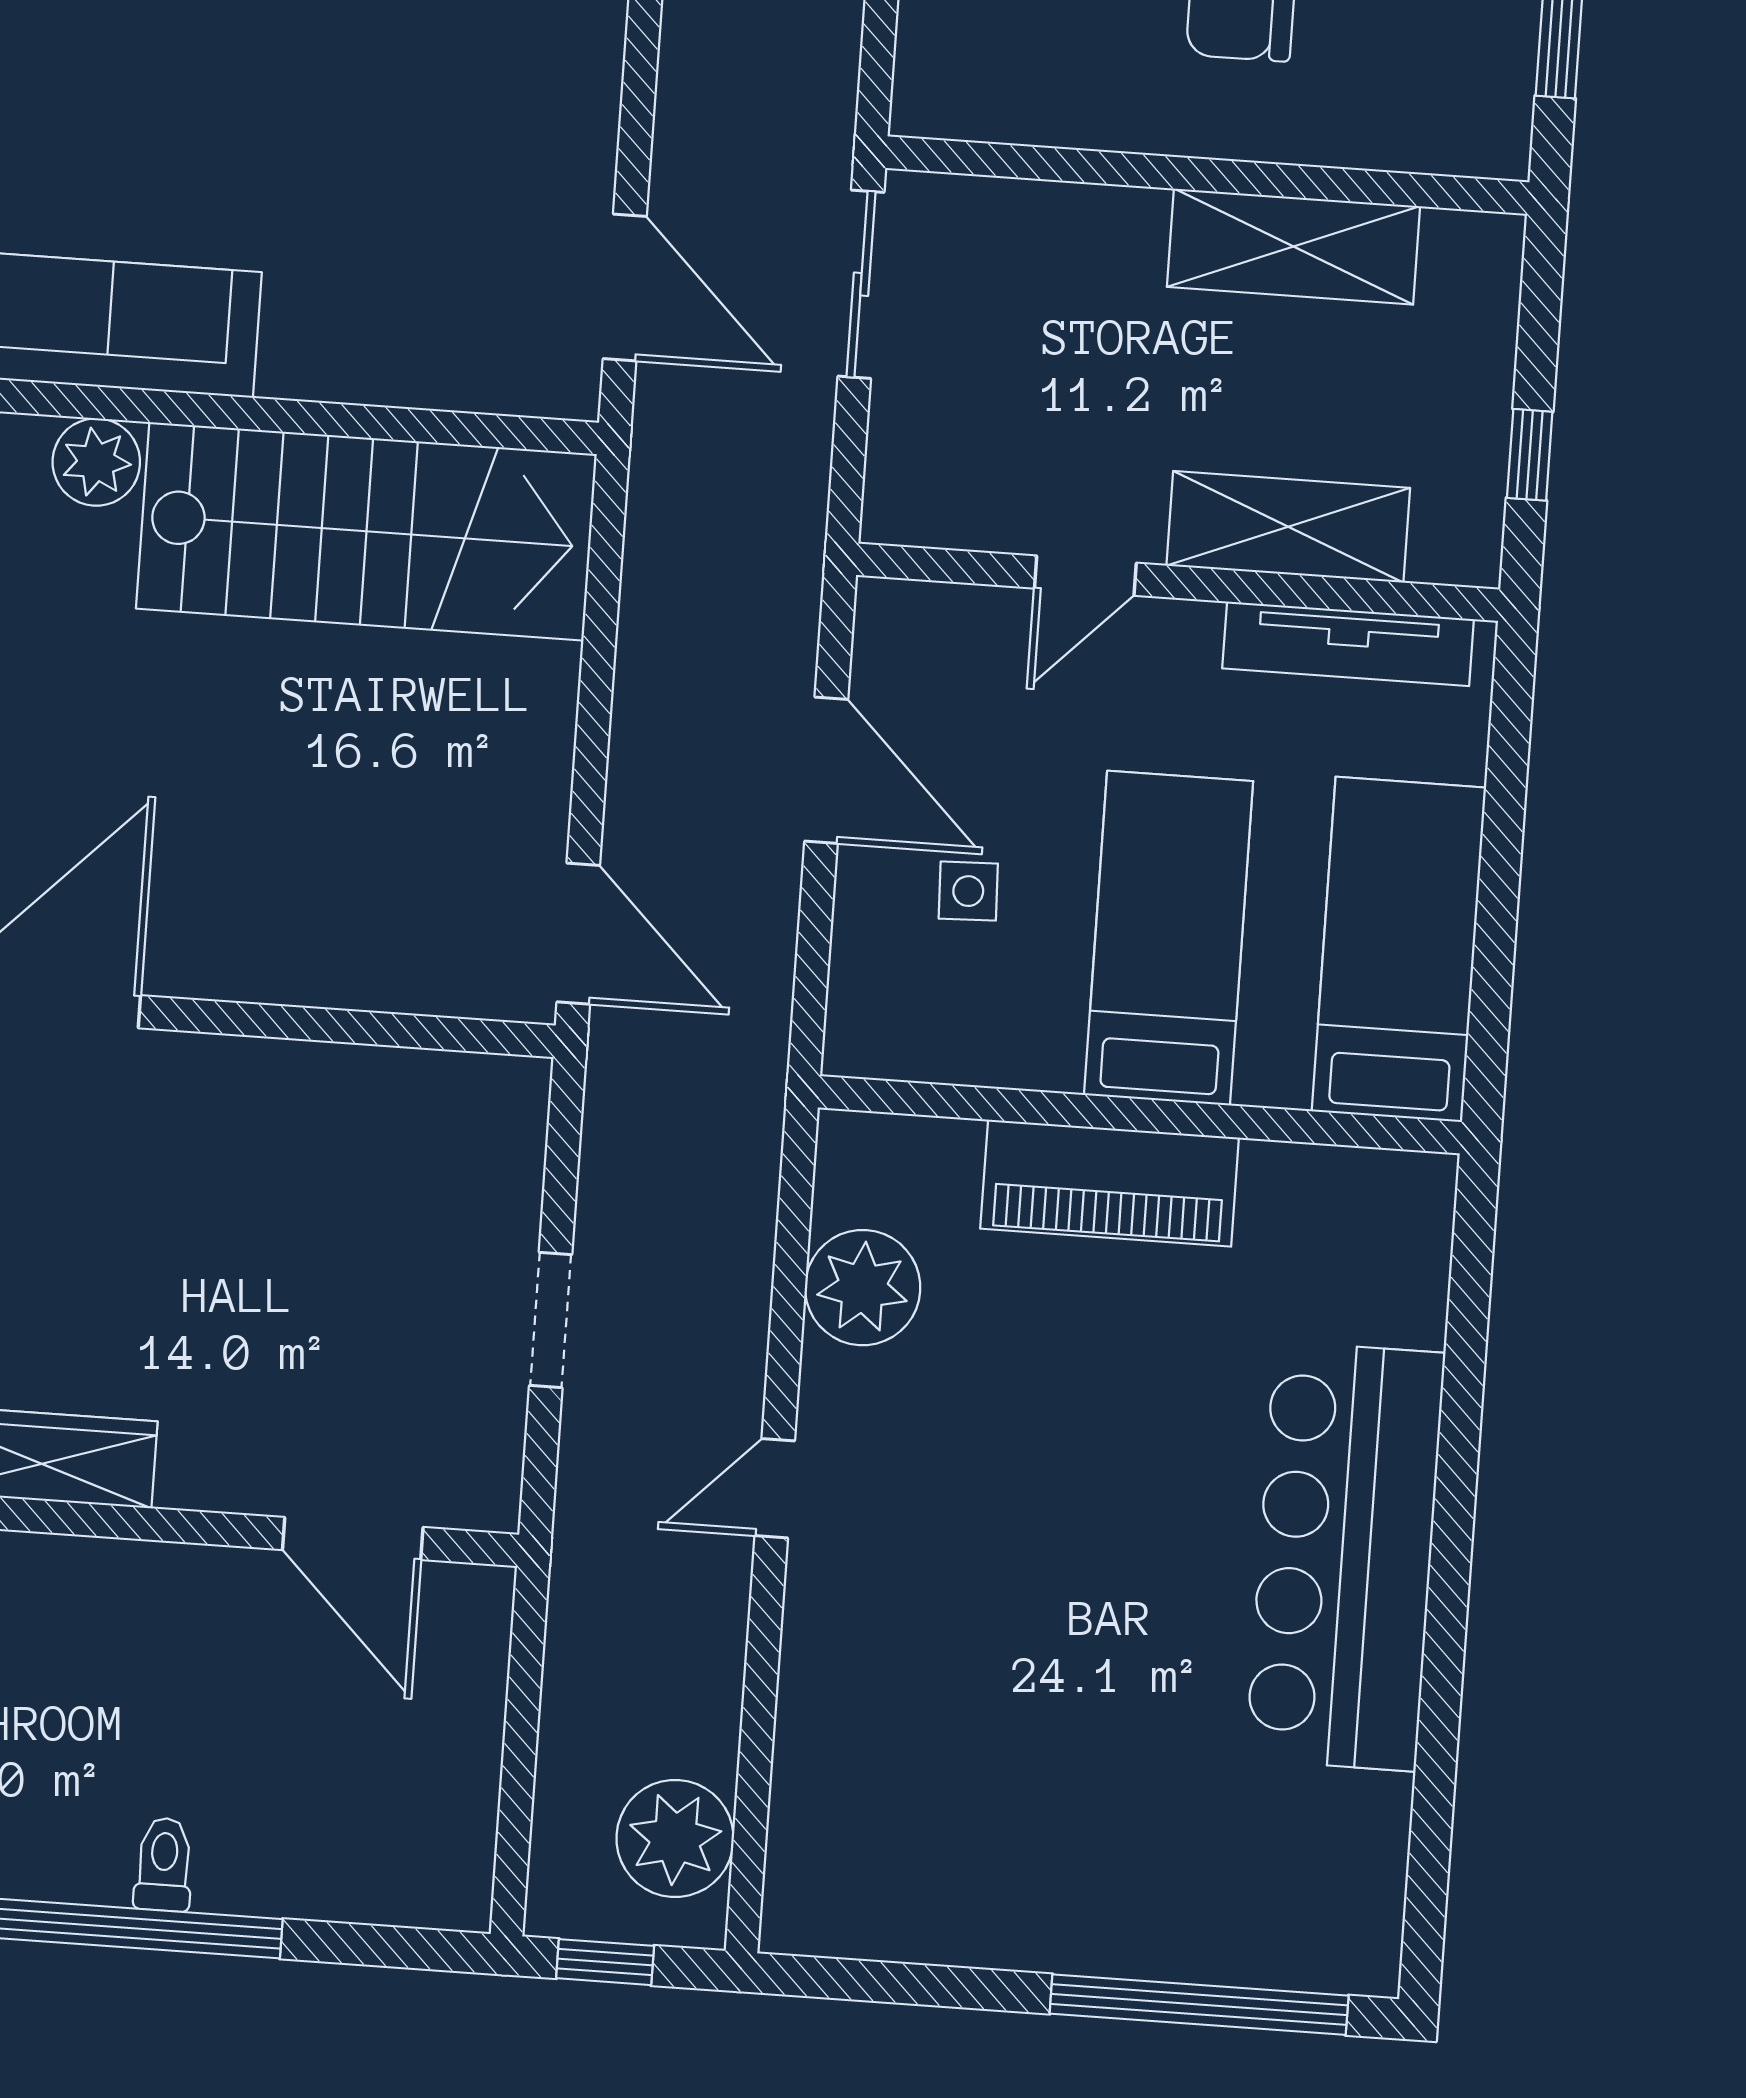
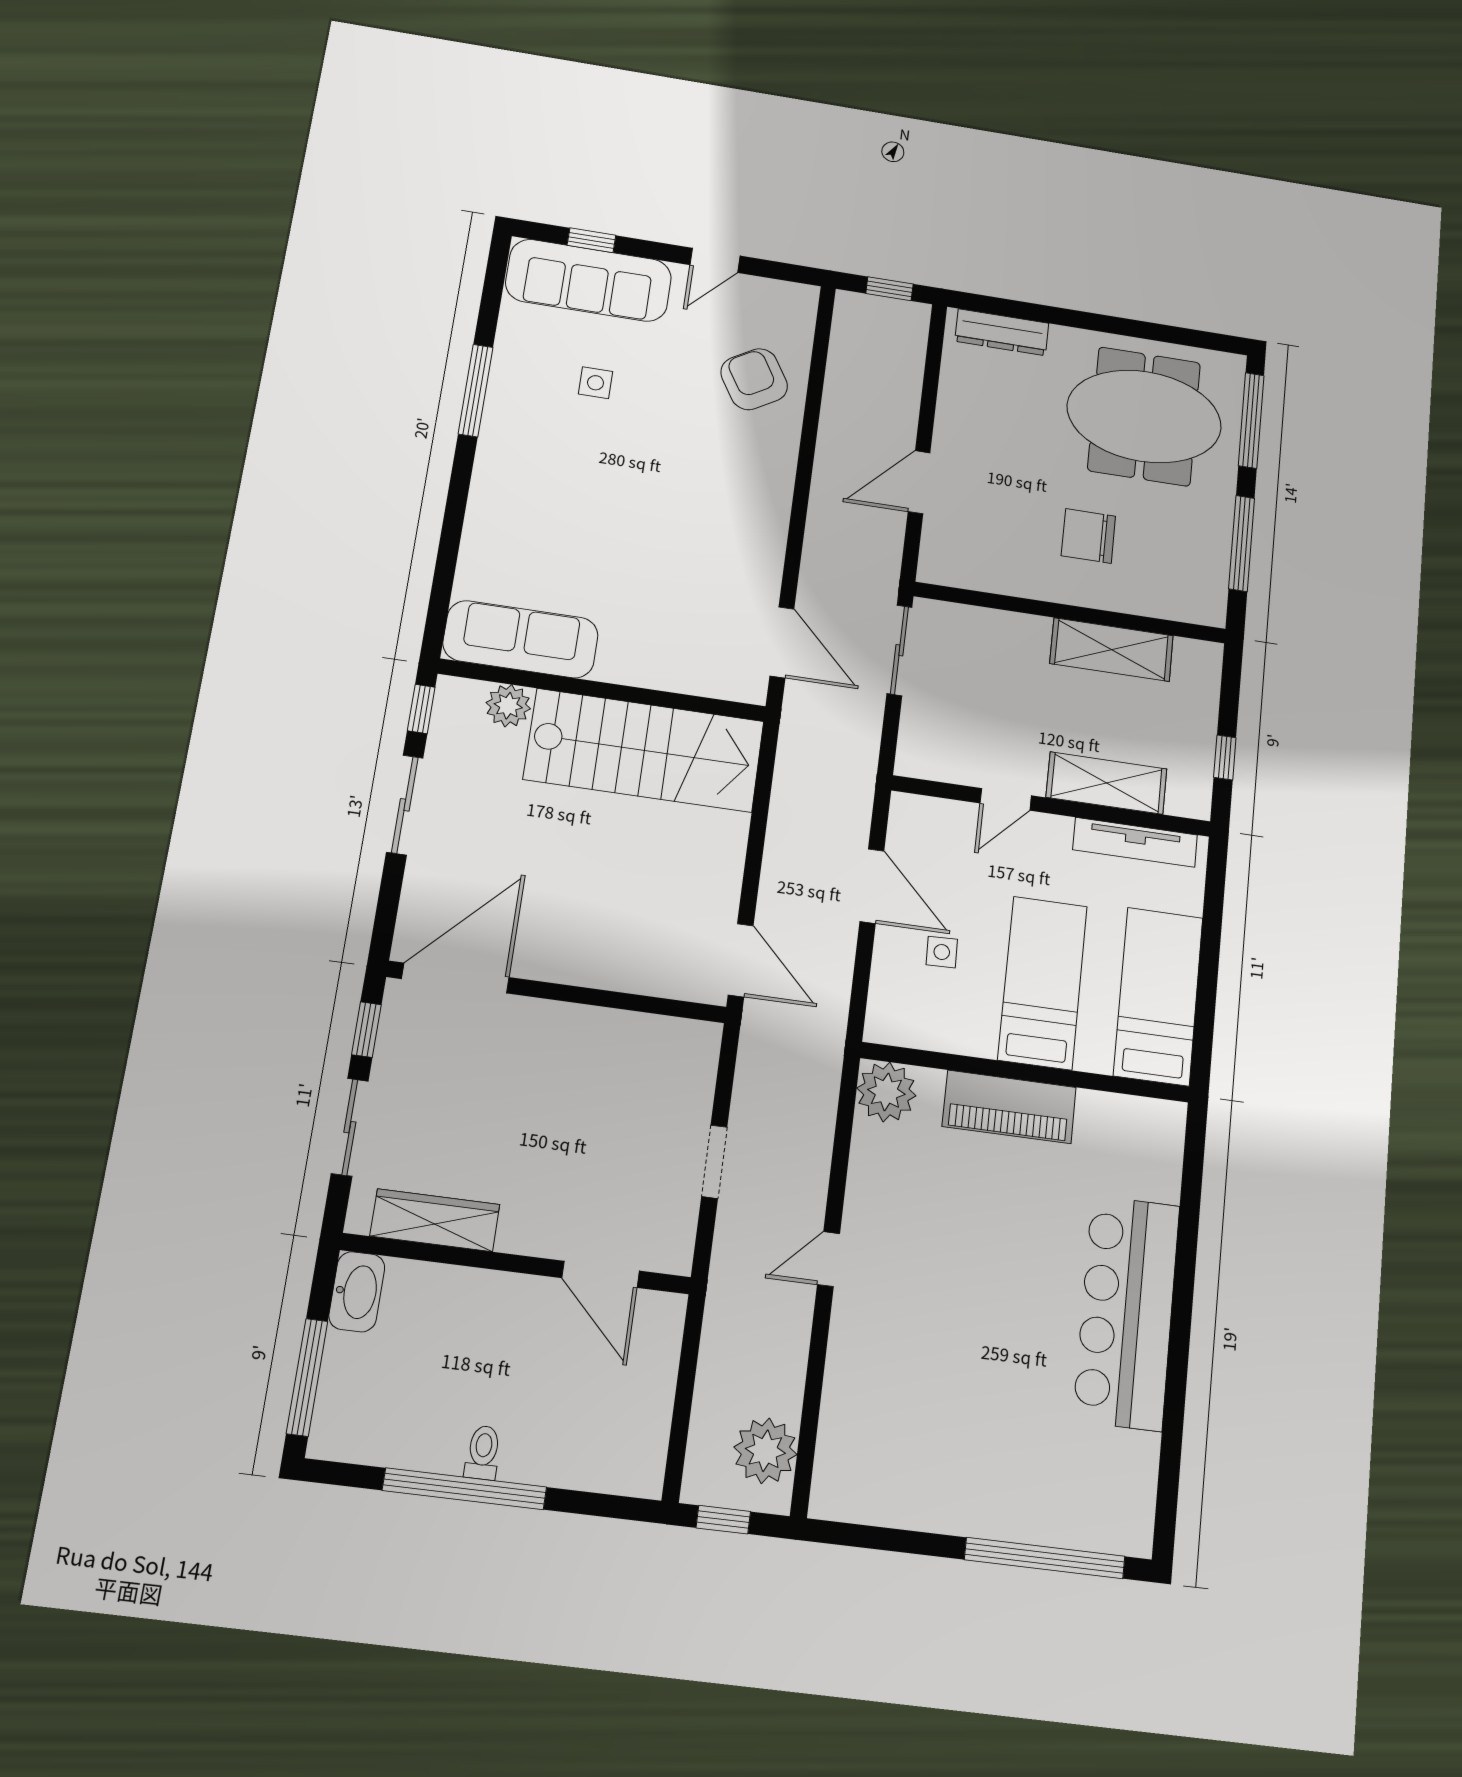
plant: (863, 1288) -> (886, 1092), moved

